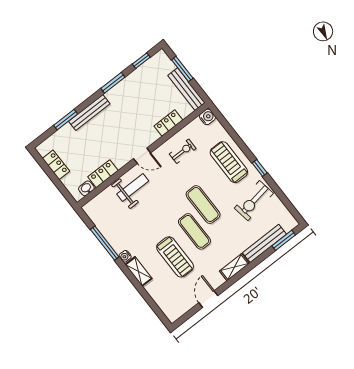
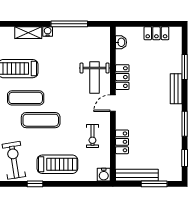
bench: (89, 113) -> (176, 89), width x0.73
locker: (103, 174) -> (122, 77), moved

